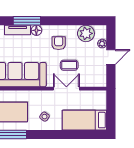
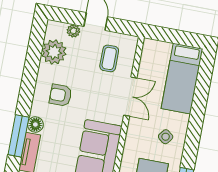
coffee table: (69, 65) -> (109, 58), moved
double door: (66, 89) -> (130, 97), swing flipped

